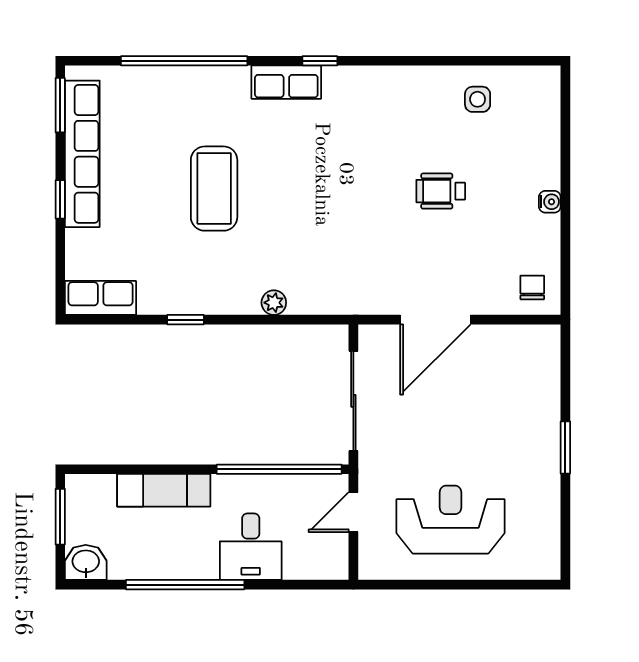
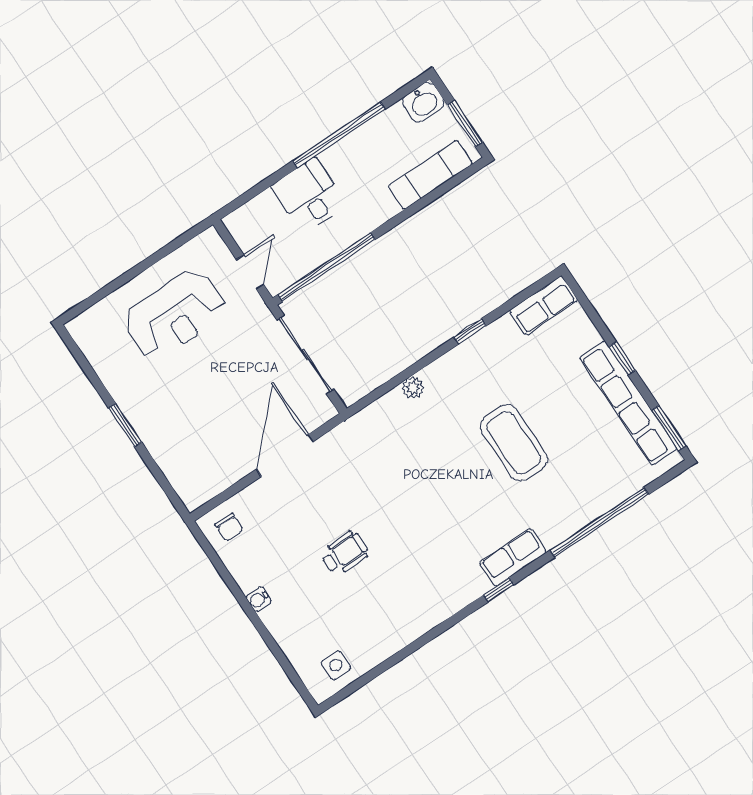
side table: (478, 99) -> (336, 665), moved
exam couch: (164, 490) -> (430, 175), moved

